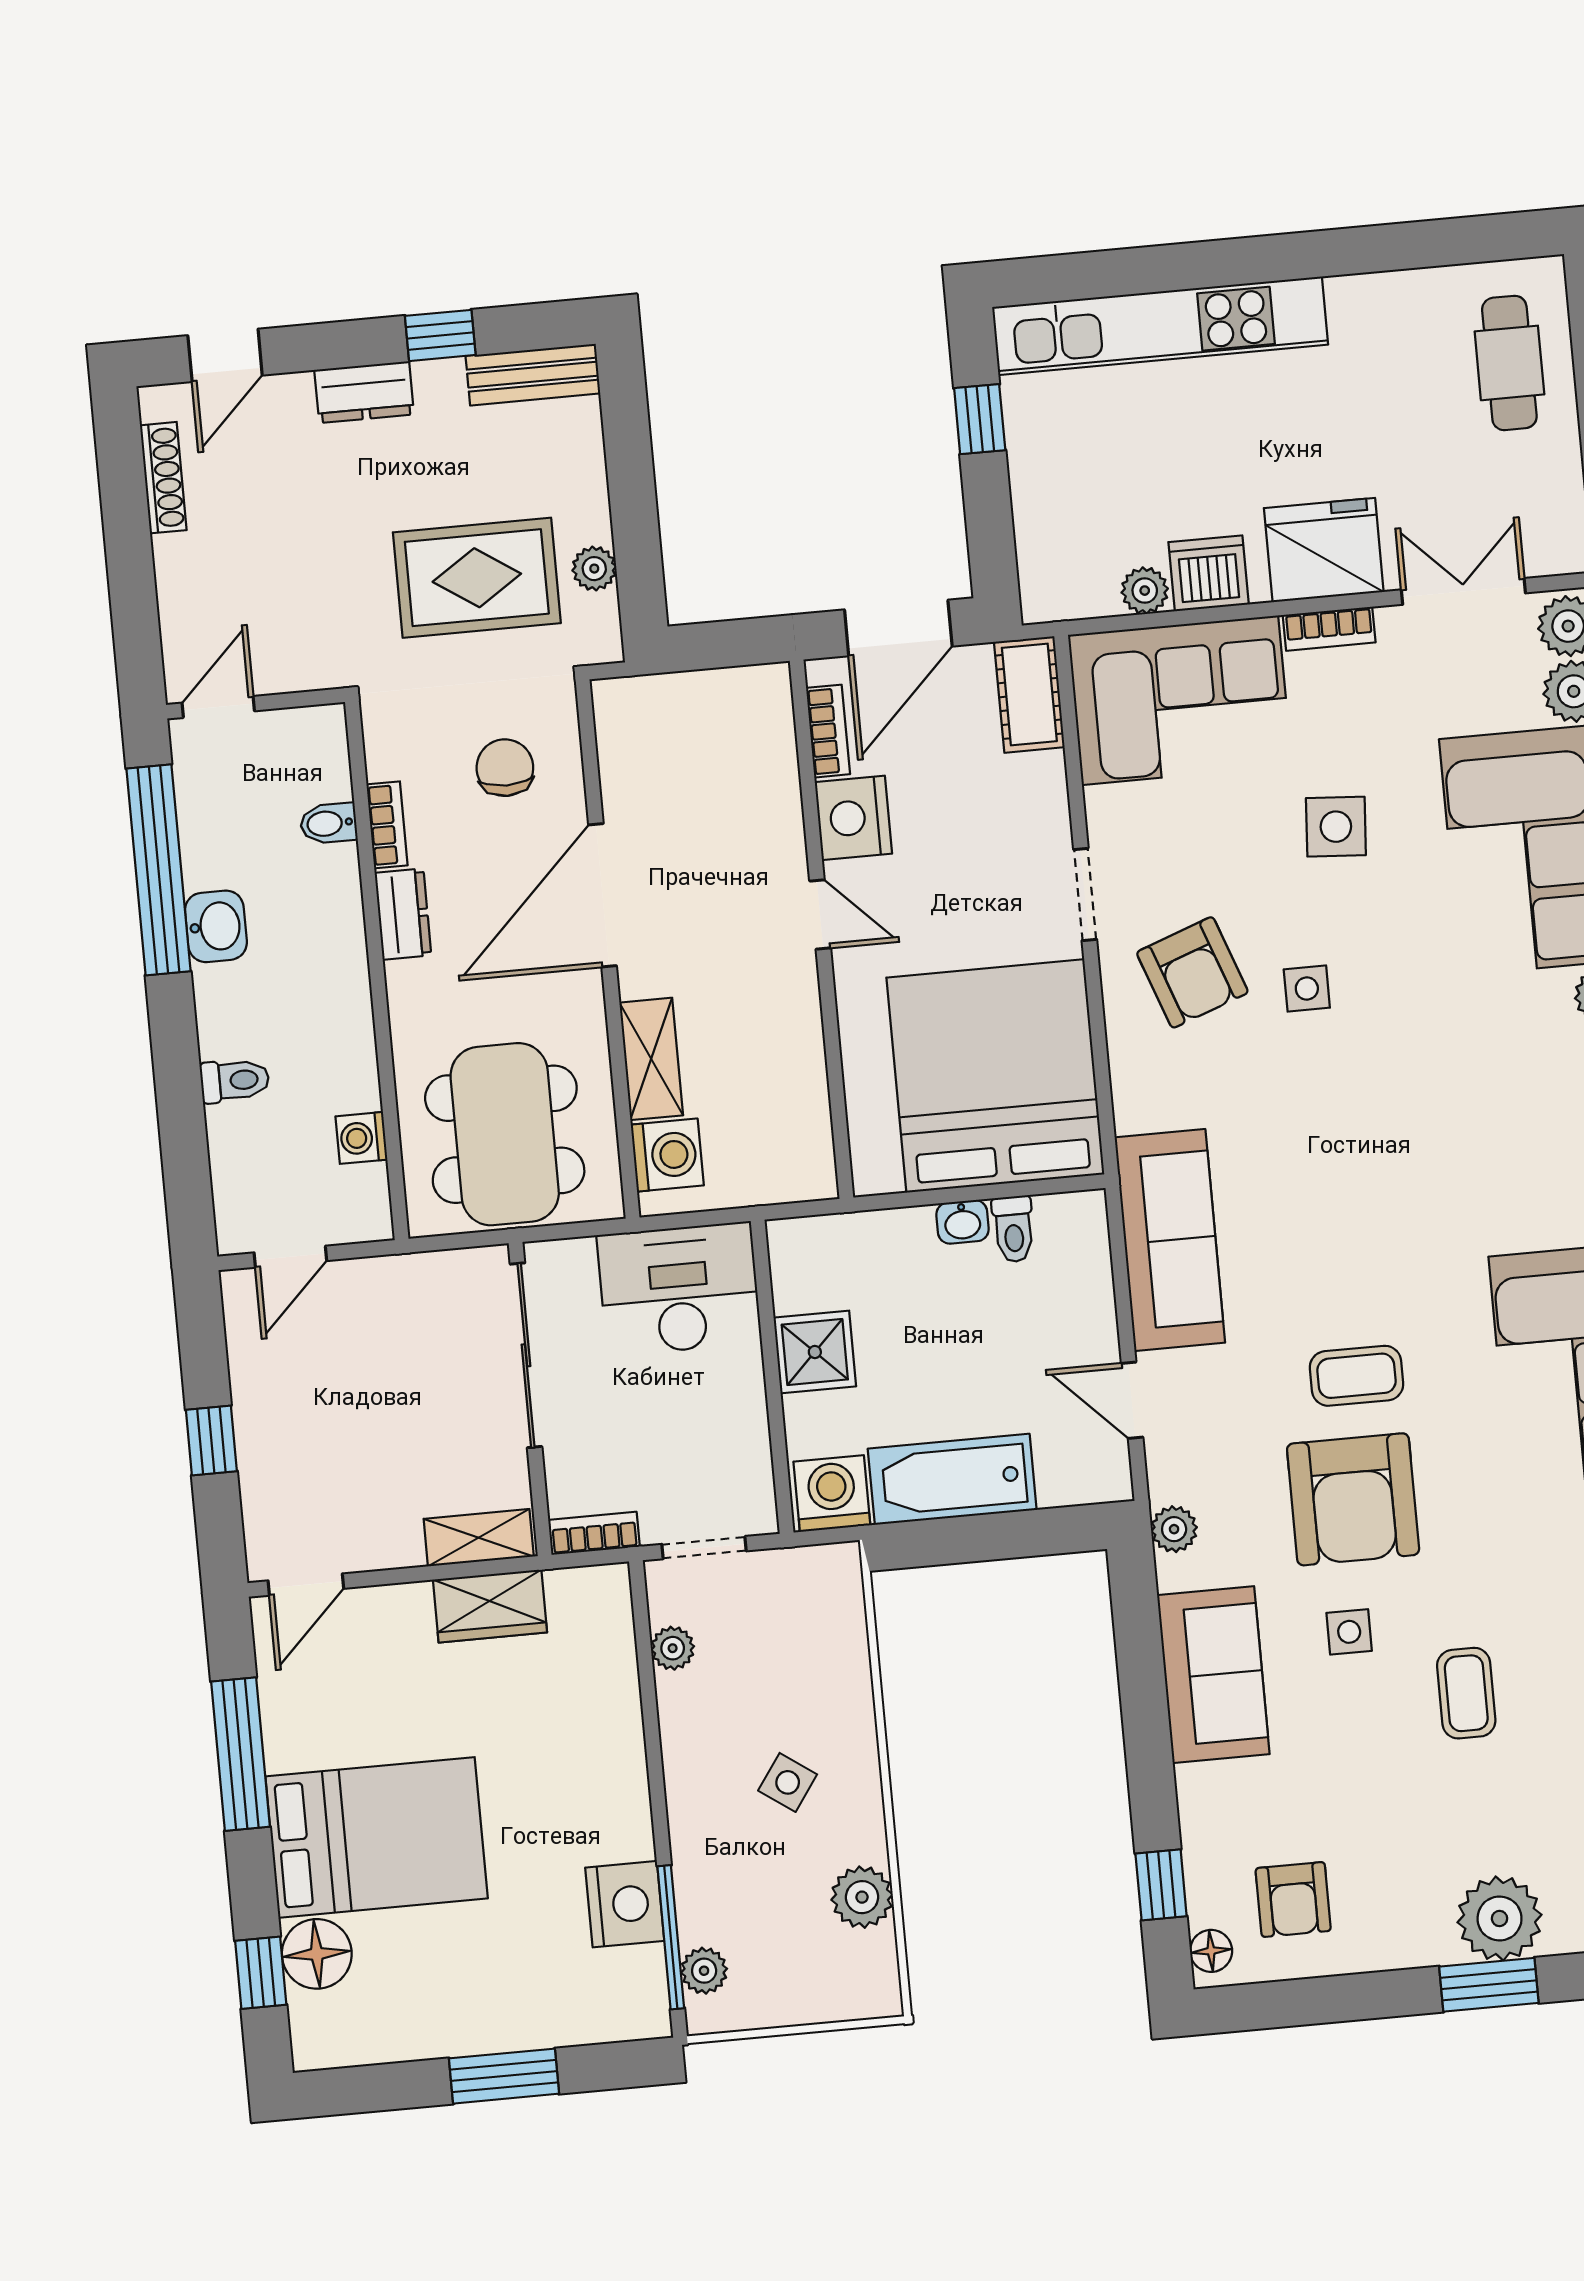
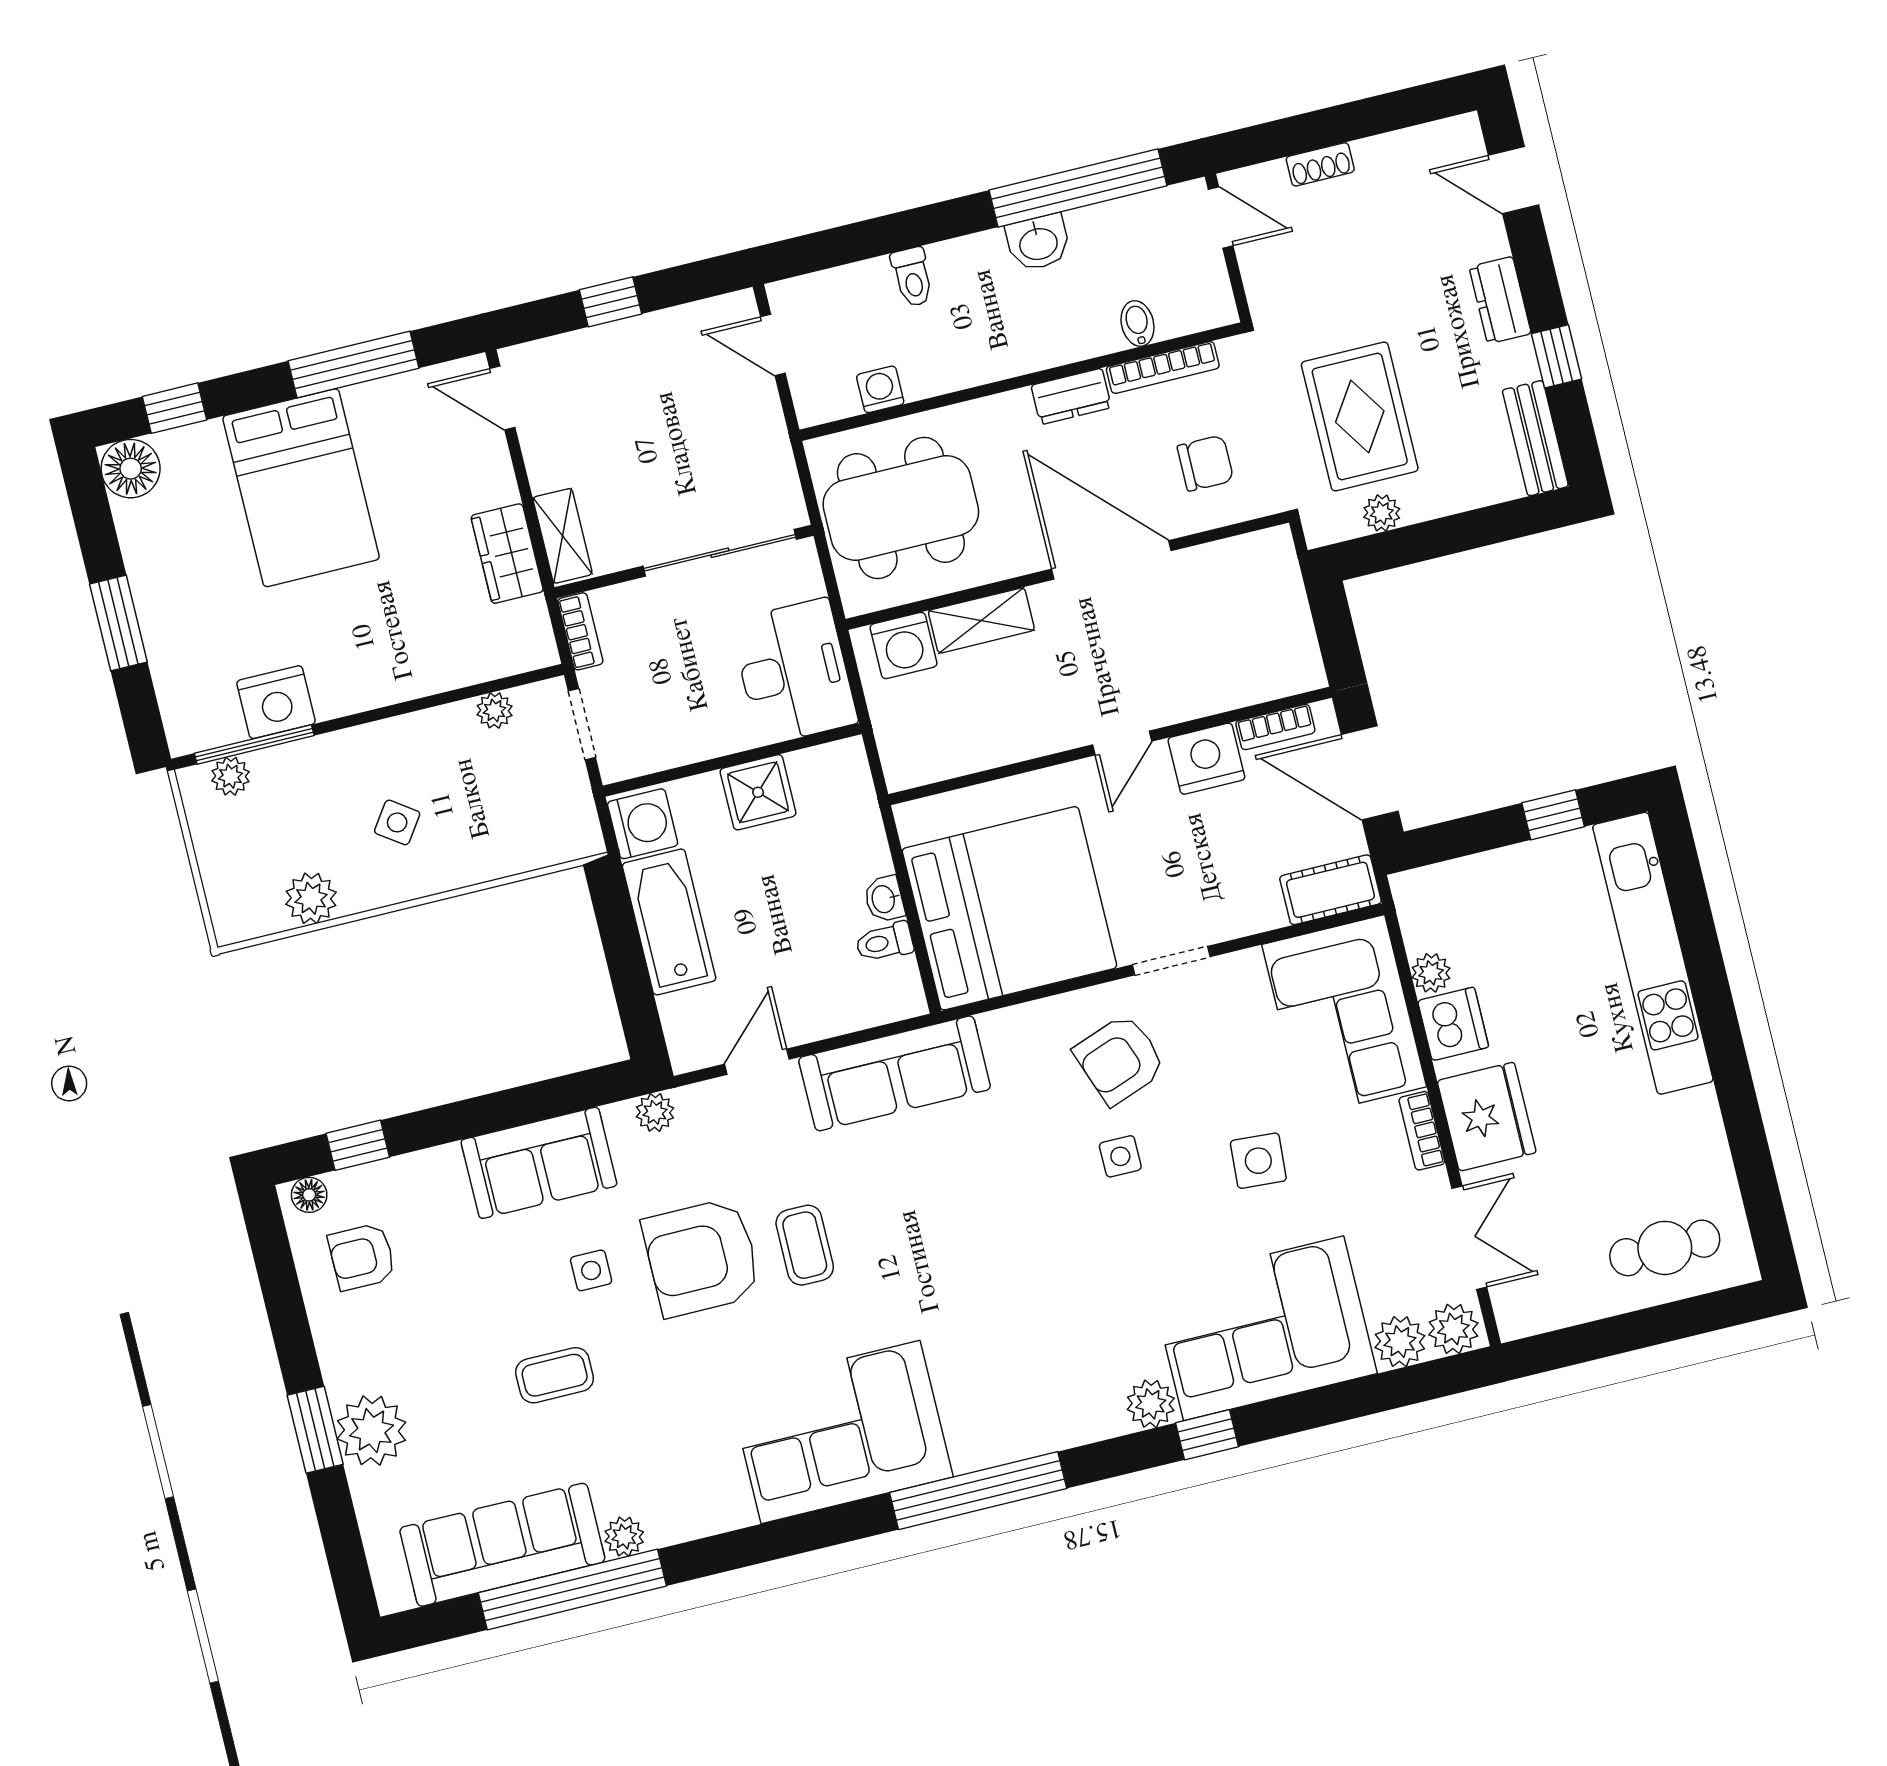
shoe rack: (163, 478) -> (1320, 164), moved, width x0.70
bookcase: (387, 825) -> (1163, 368), width x1.56
floor lamp: (317, 1954) -> (131, 469), moved

